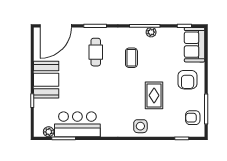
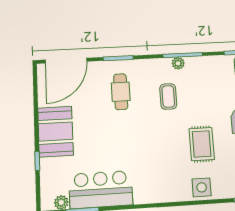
plant: (151, 32) -> (178, 63), moved
side table: (140, 126) -> (202, 187), moved

